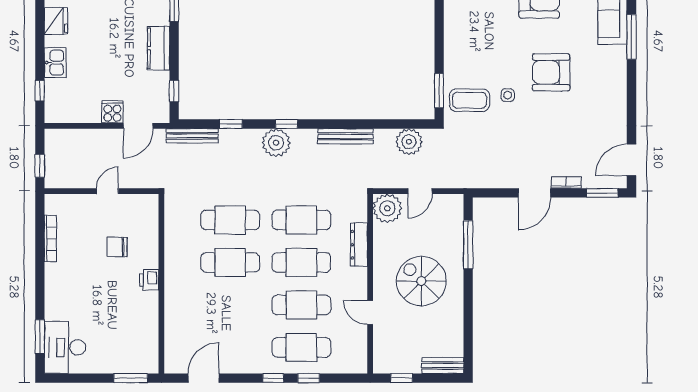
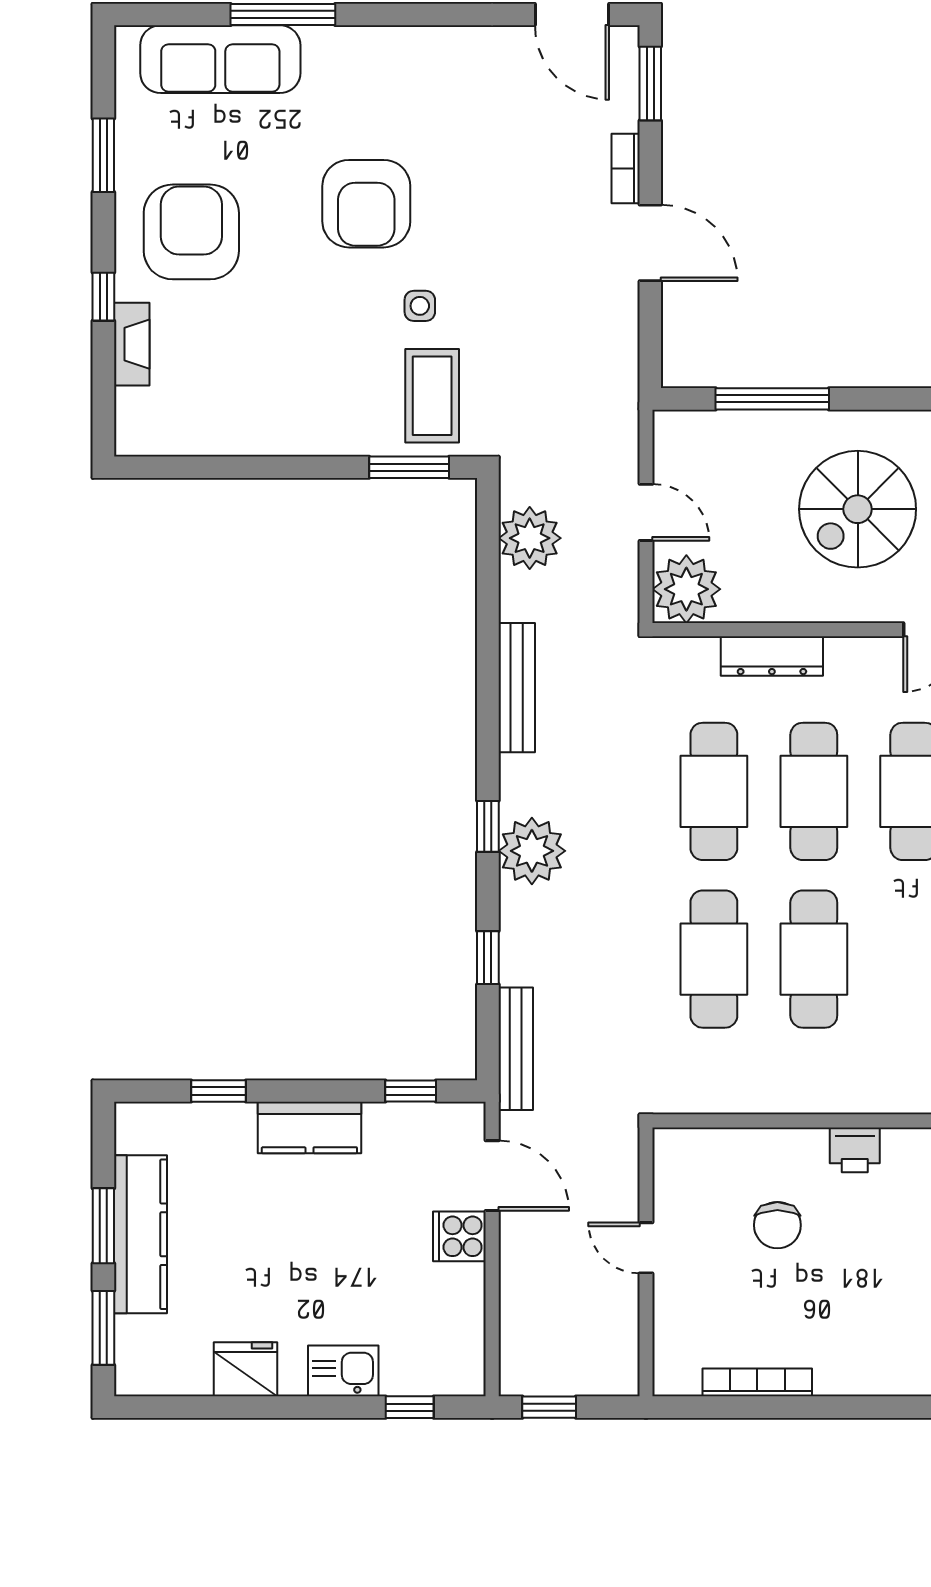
window: (40, 166) -> (549, 1407), moved

